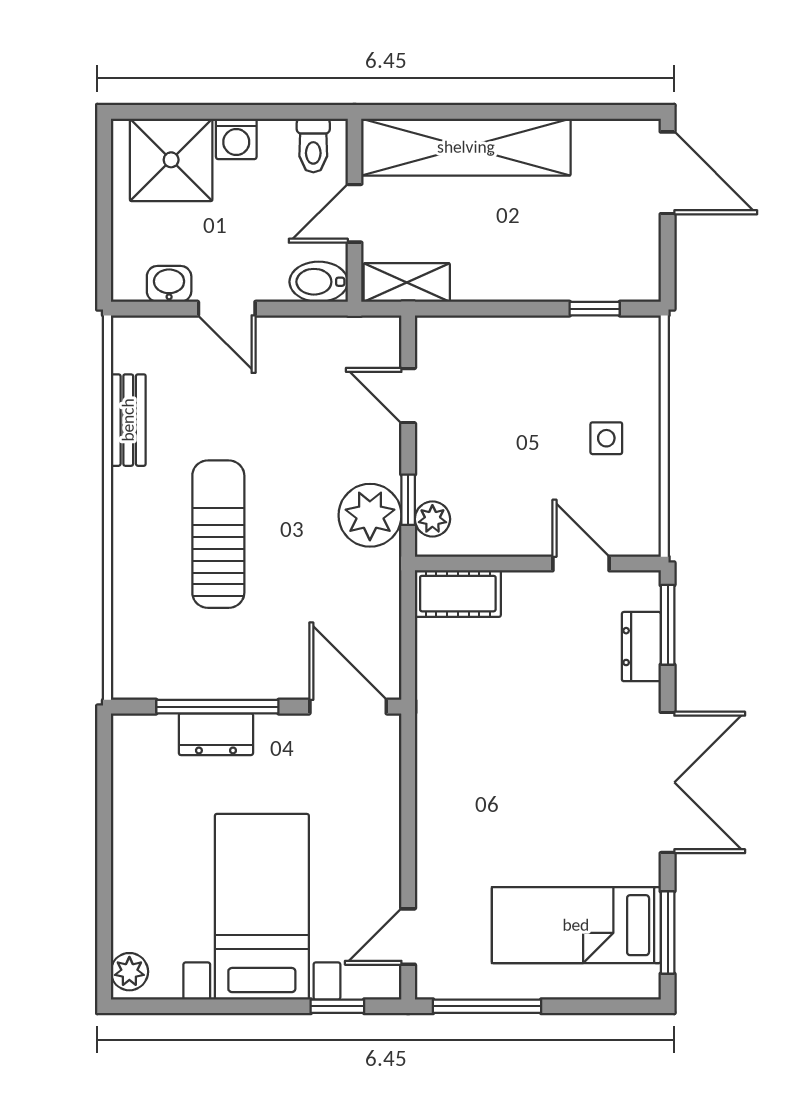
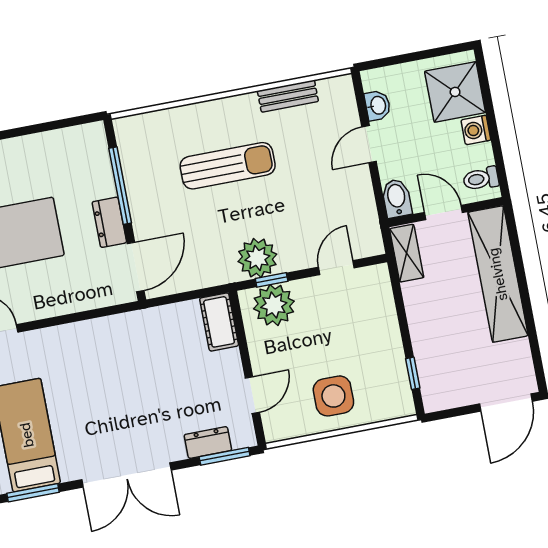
side table: (606, 438) -> (333, 396), width x1.87, depth x1.87
plant: (432, 519) -> (274, 305), width x1.87, depth x1.87
dresser: (216, 734) -> (109, 222), moved

